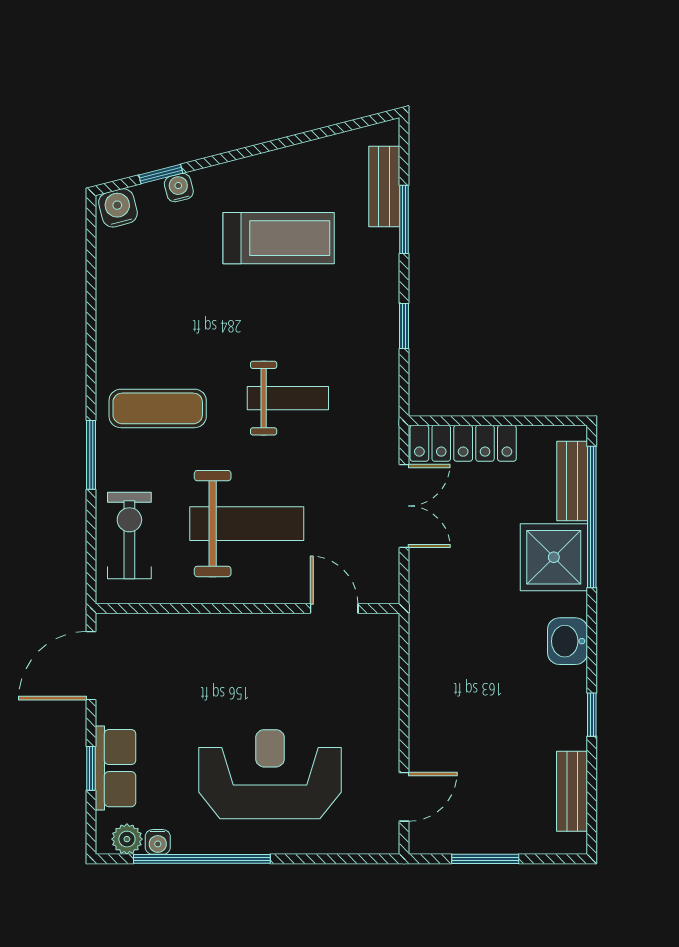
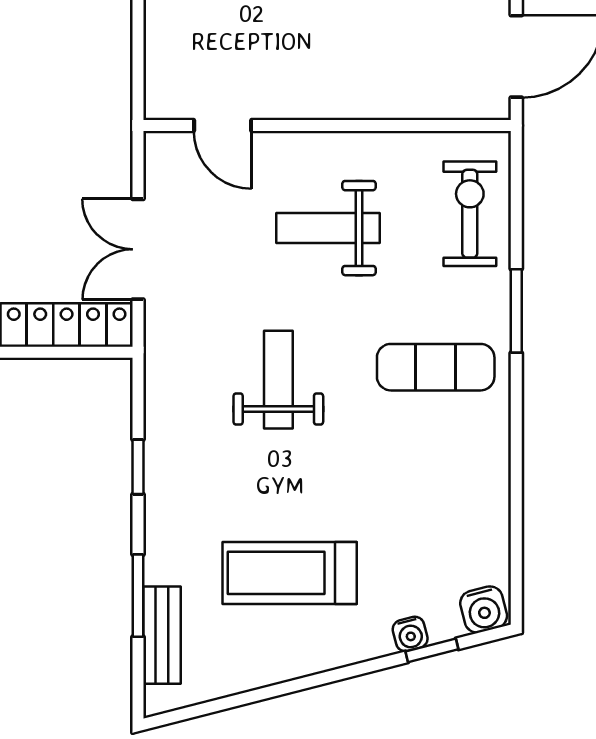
weight bench: (288, 398) -> (278, 380), turned 90
weight bench: (247, 524) -> (328, 228), width x0.73, depth x0.75
exercise bike: (129, 535) -> (470, 214), turned 180

